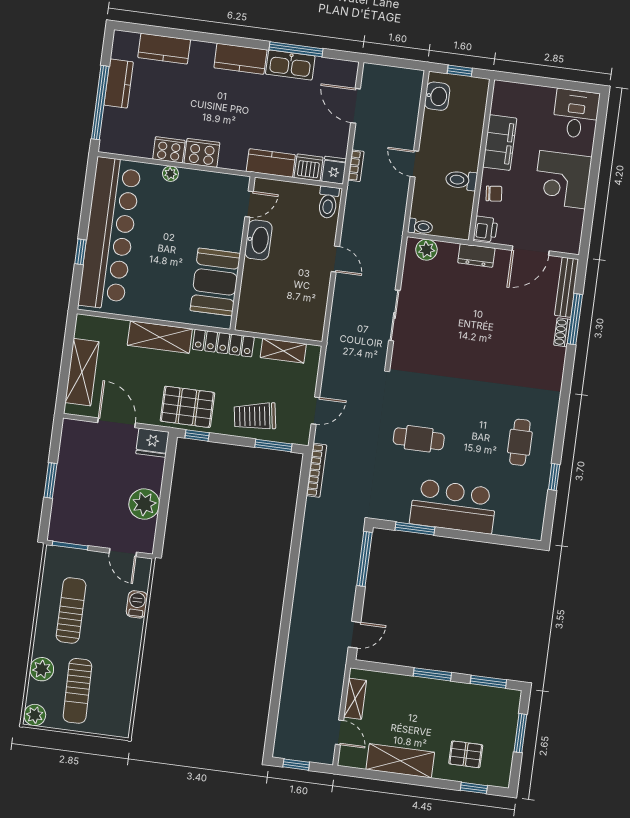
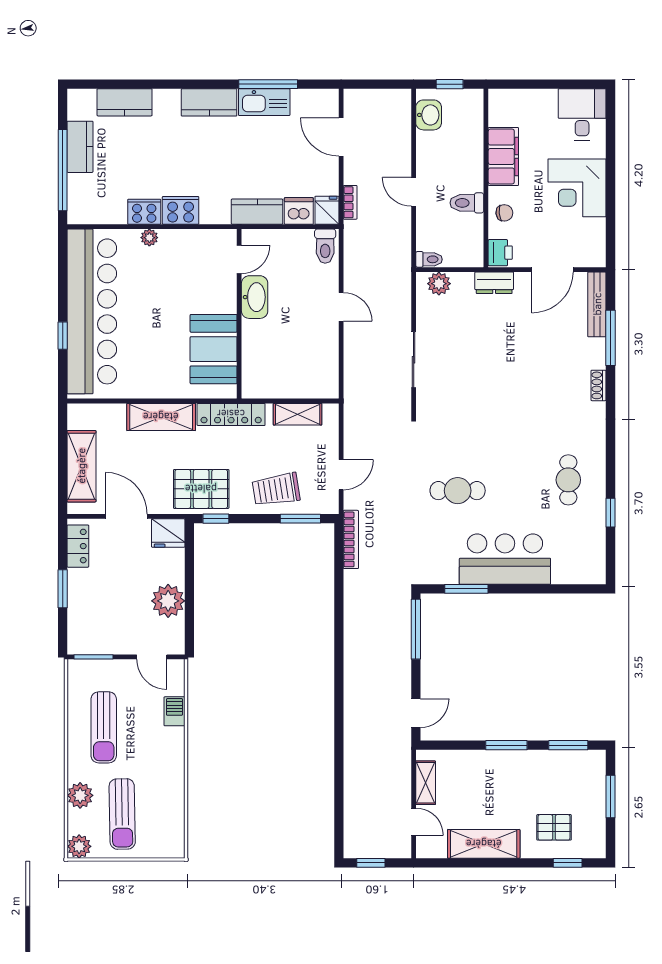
shoe rack: (562, 332) -> (599, 385), moved
locker: (69, 444) -> (78, 546), added
sun lounger: (71, 610) -> (104, 727), turned 180

